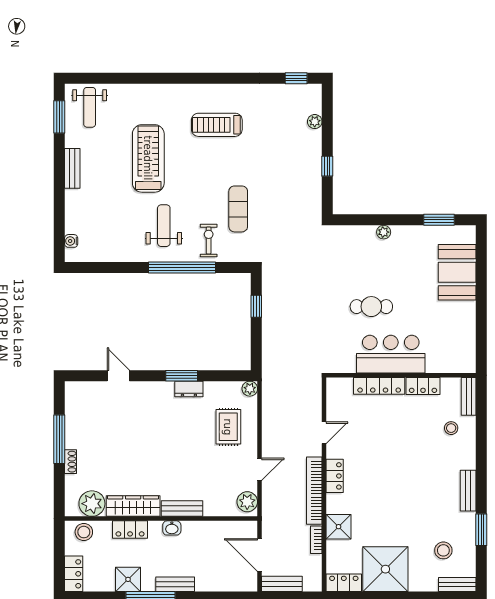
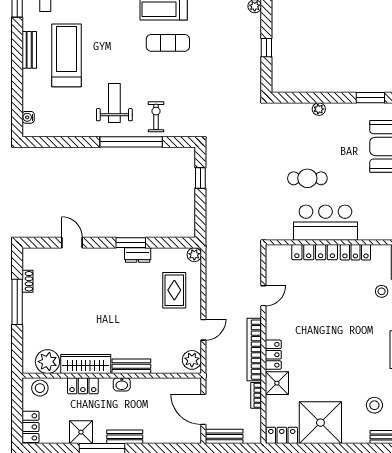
treadmill: (148, 158) -> (66, 55), moved
exercise mat: (238, 209) -> (168, 43), moved, turned 90
shoe rack: (70, 462) -> (27, 281), moved
locker: (335, 476) -> (273, 355), moved

